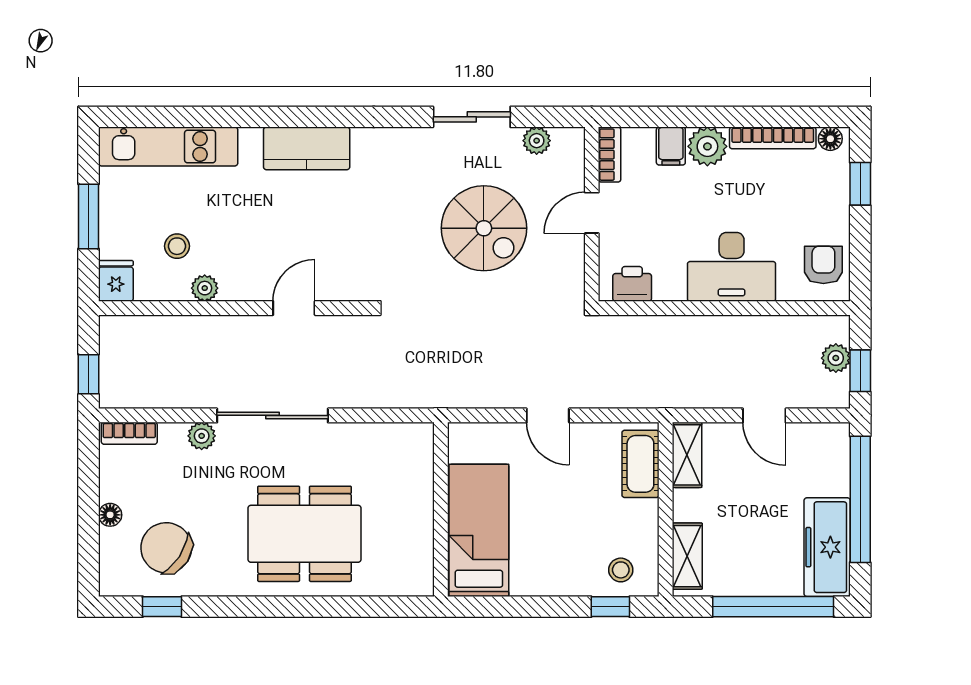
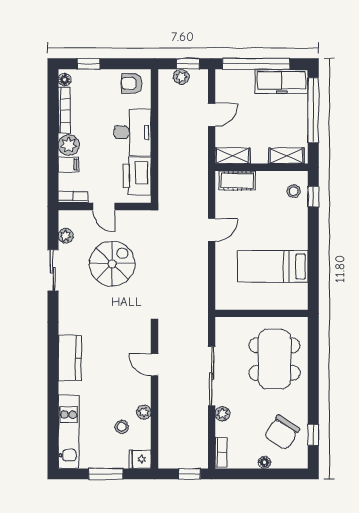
printer: (632, 284) -> (137, 176), width x1.87, depth x1.48
wall: (441, 509) -> (262, 313), moved

